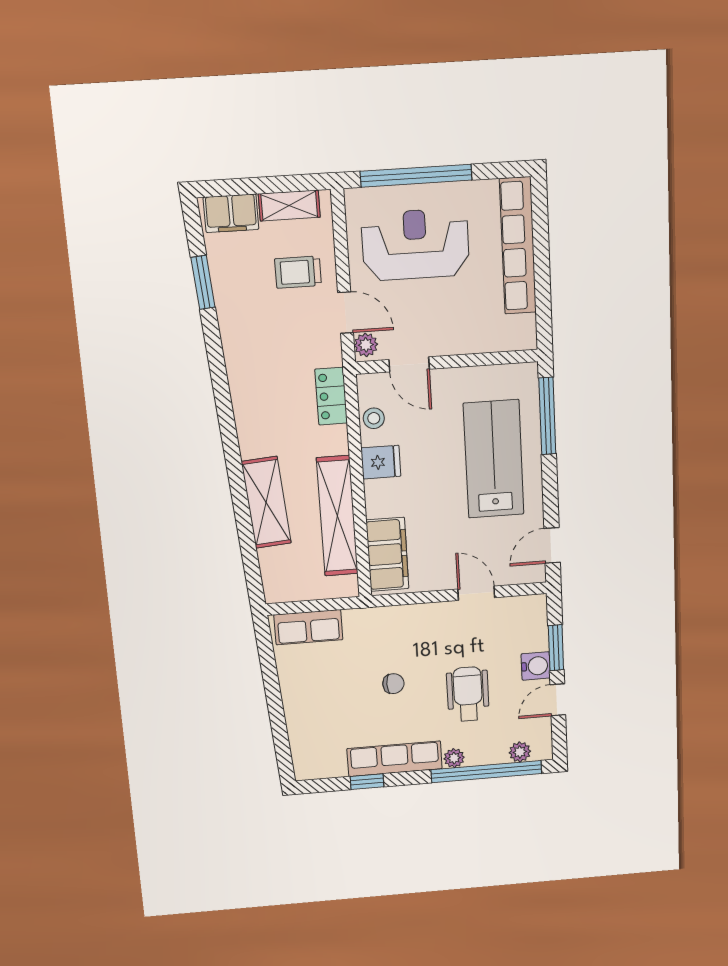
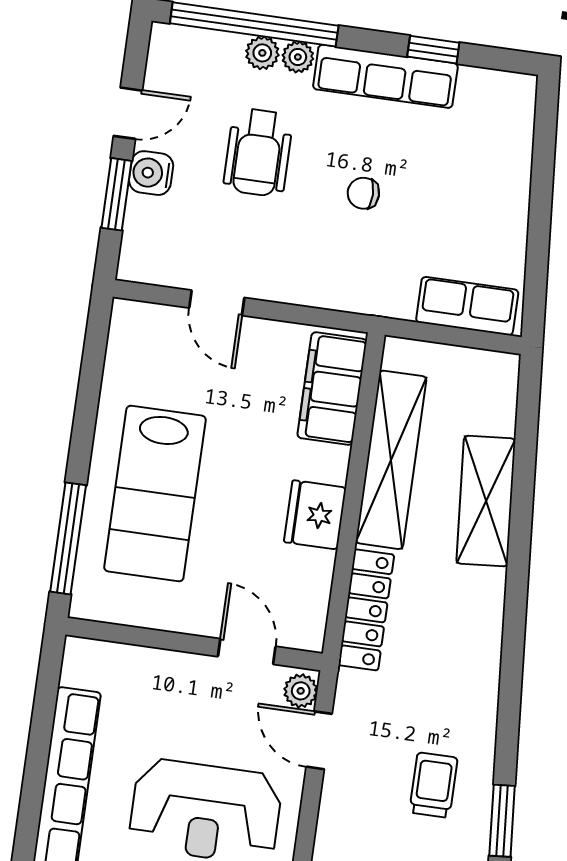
trolley: (298, 272) -> (433, 785), moved, turned -90
locker: (331, 396) -> (366, 610), width x1.53
stool: (374, 418) -> (311, 587), removed
fridge: (381, 462) -> (315, 515), width x1.38
door: (552, 545) -> (95, 350), removed
plant: (520, 752) -> (262, 53), moved

